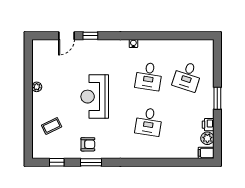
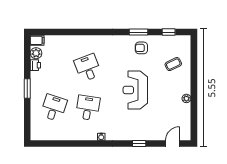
door: (66, 36) -> (173, 144), moved
reception desk: (95, 97) -> (135, 90), turned 180
desk: (149, 122) -> (88, 68), turned -30

